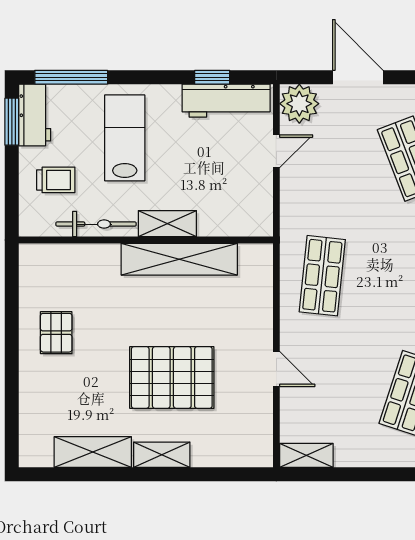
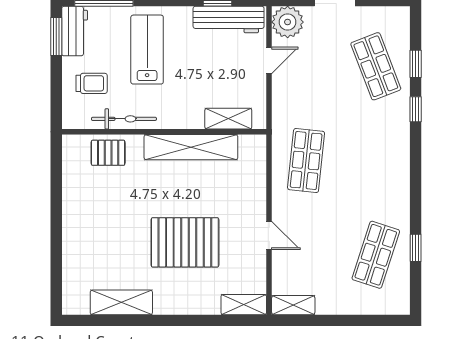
shelving: (167, 224) -> (228, 119), moved
pallet: (56, 333) -> (108, 153), moved, turned 90
shelving: (162, 455) -> (244, 305), moved

